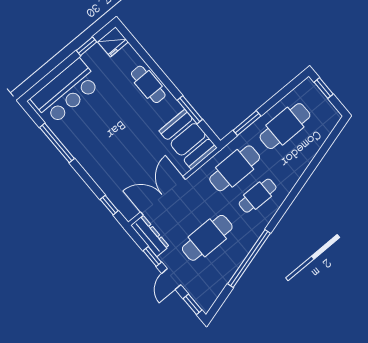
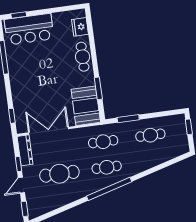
fridge: (113, 42) -> (80, 27), moved, turned 90
window: (87, 46) -> (19, 15), moved
cafe table: (285, 126) -> (150, 135), width x0.73, depth x0.74
cafe table: (235, 168) -> (103, 142), width x0.73, depth x0.74
window: (249, 258) -> (109, 189), moved

